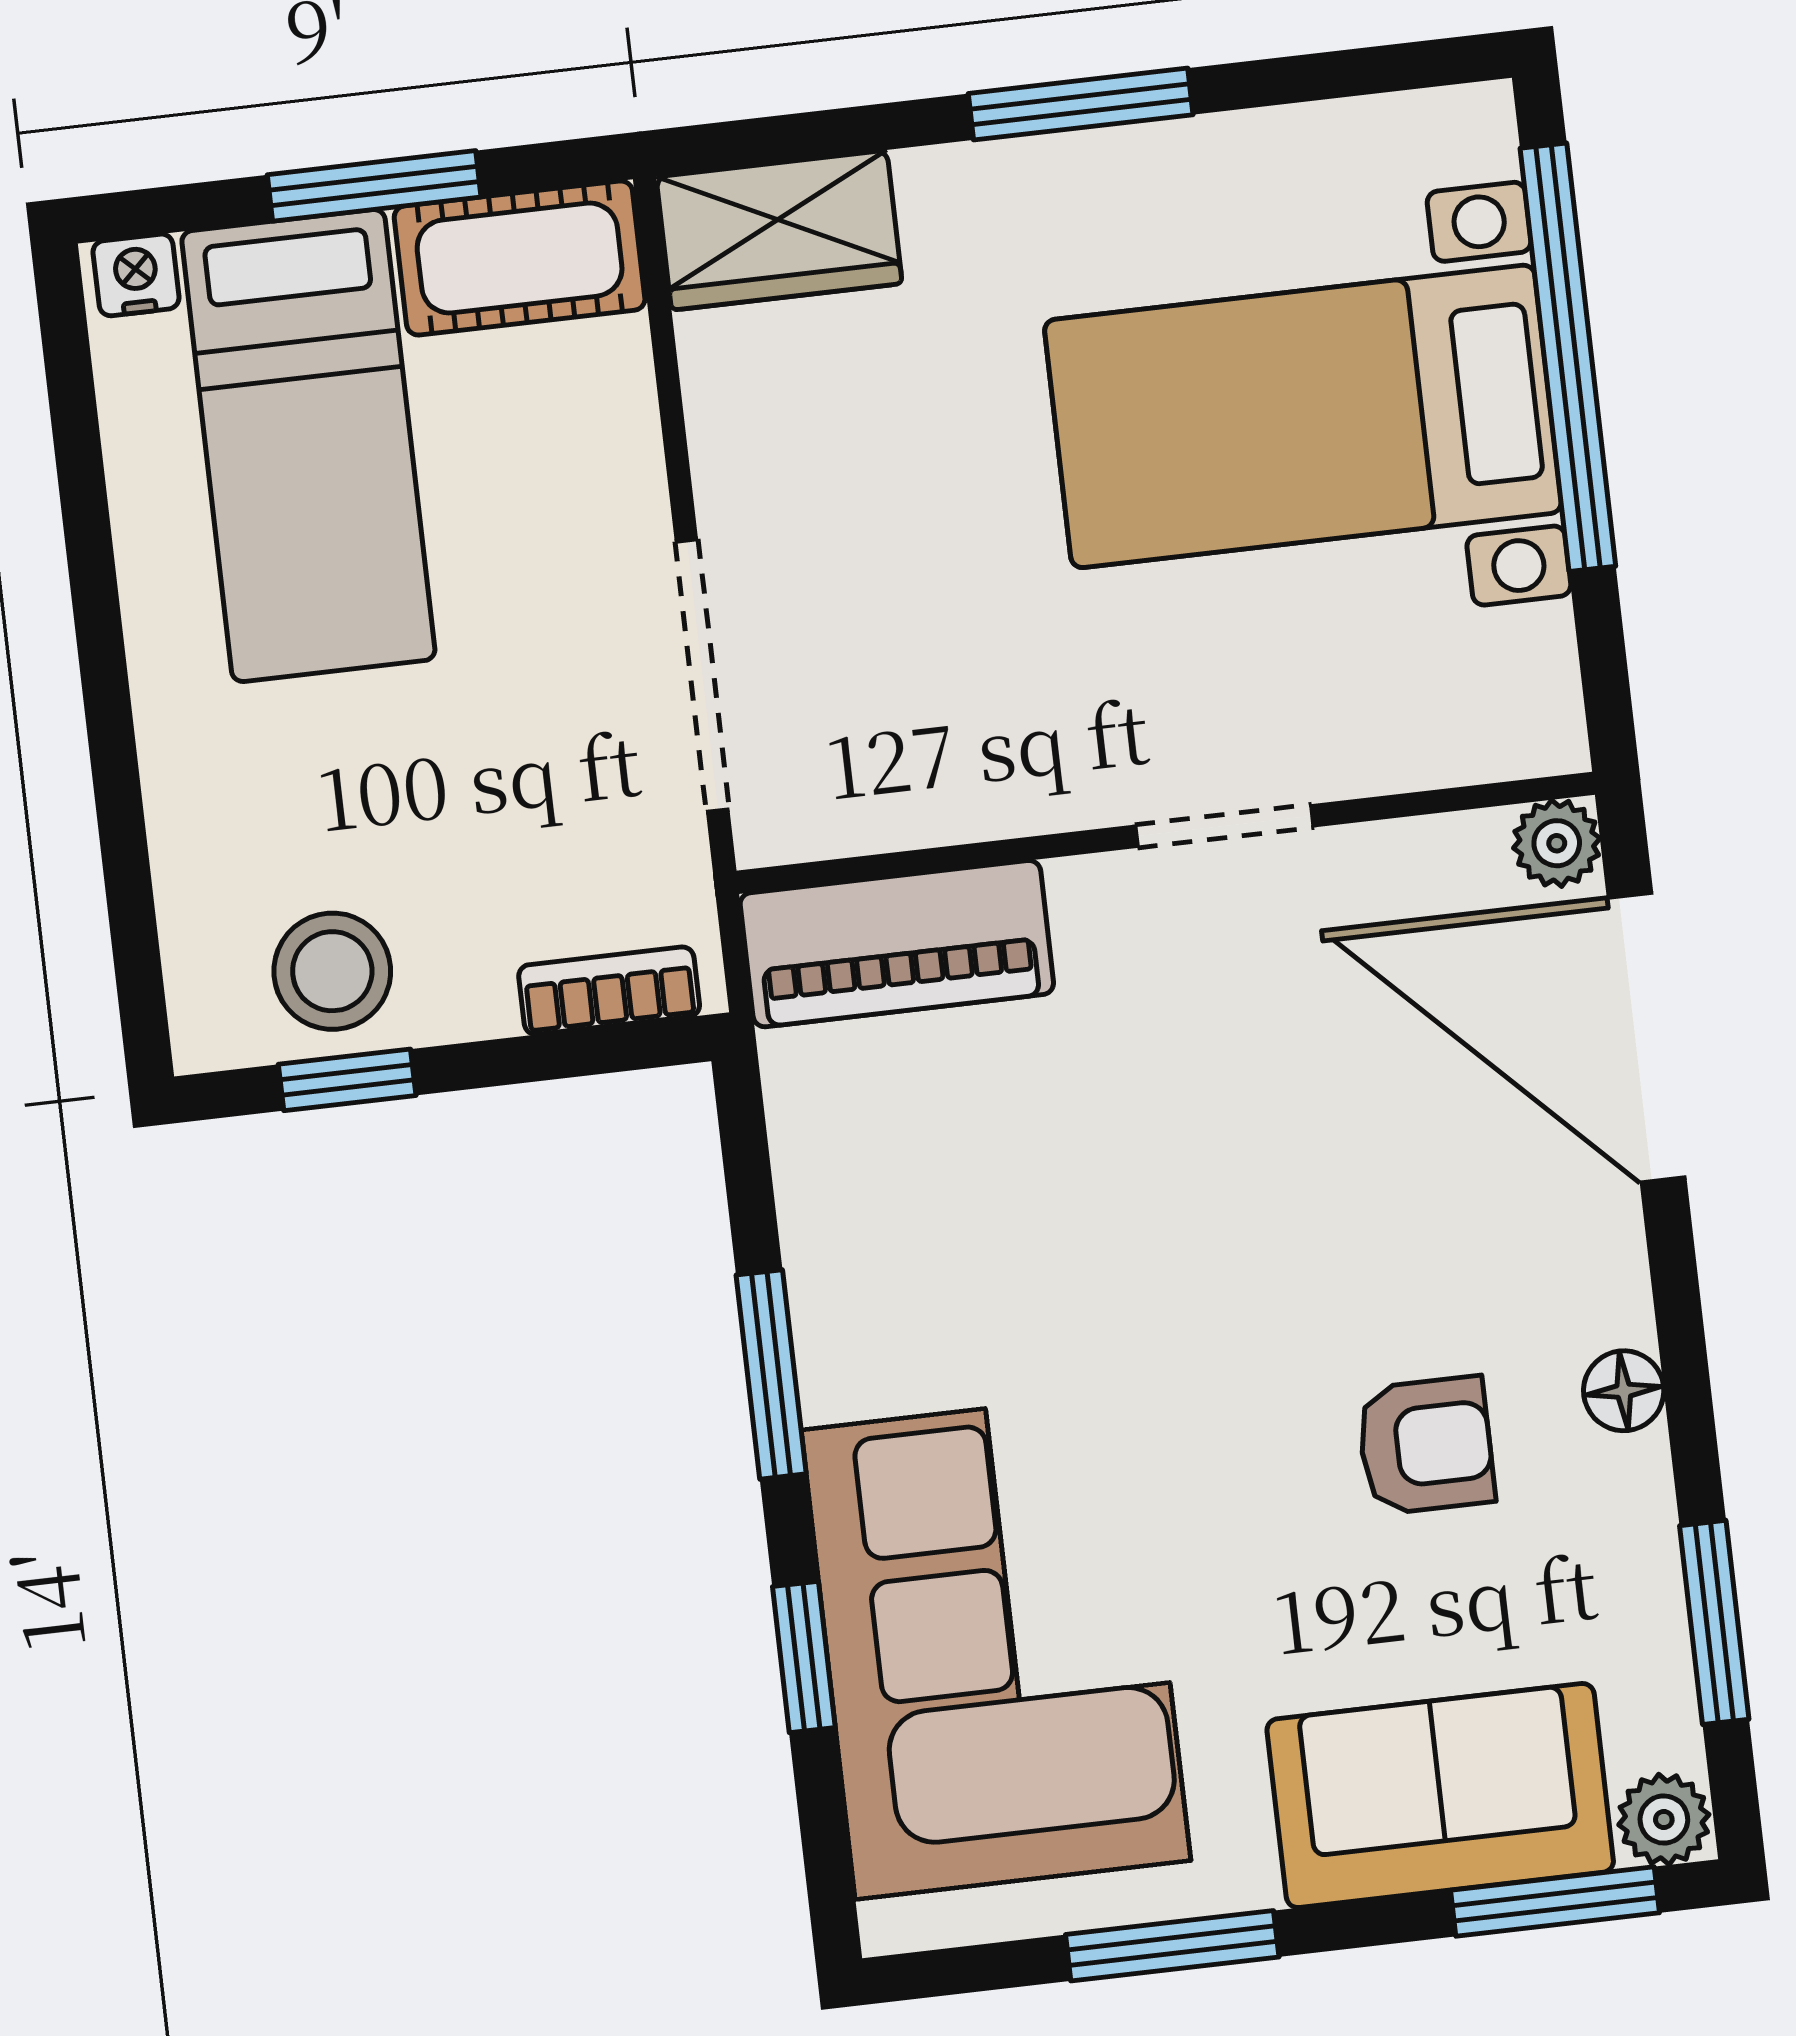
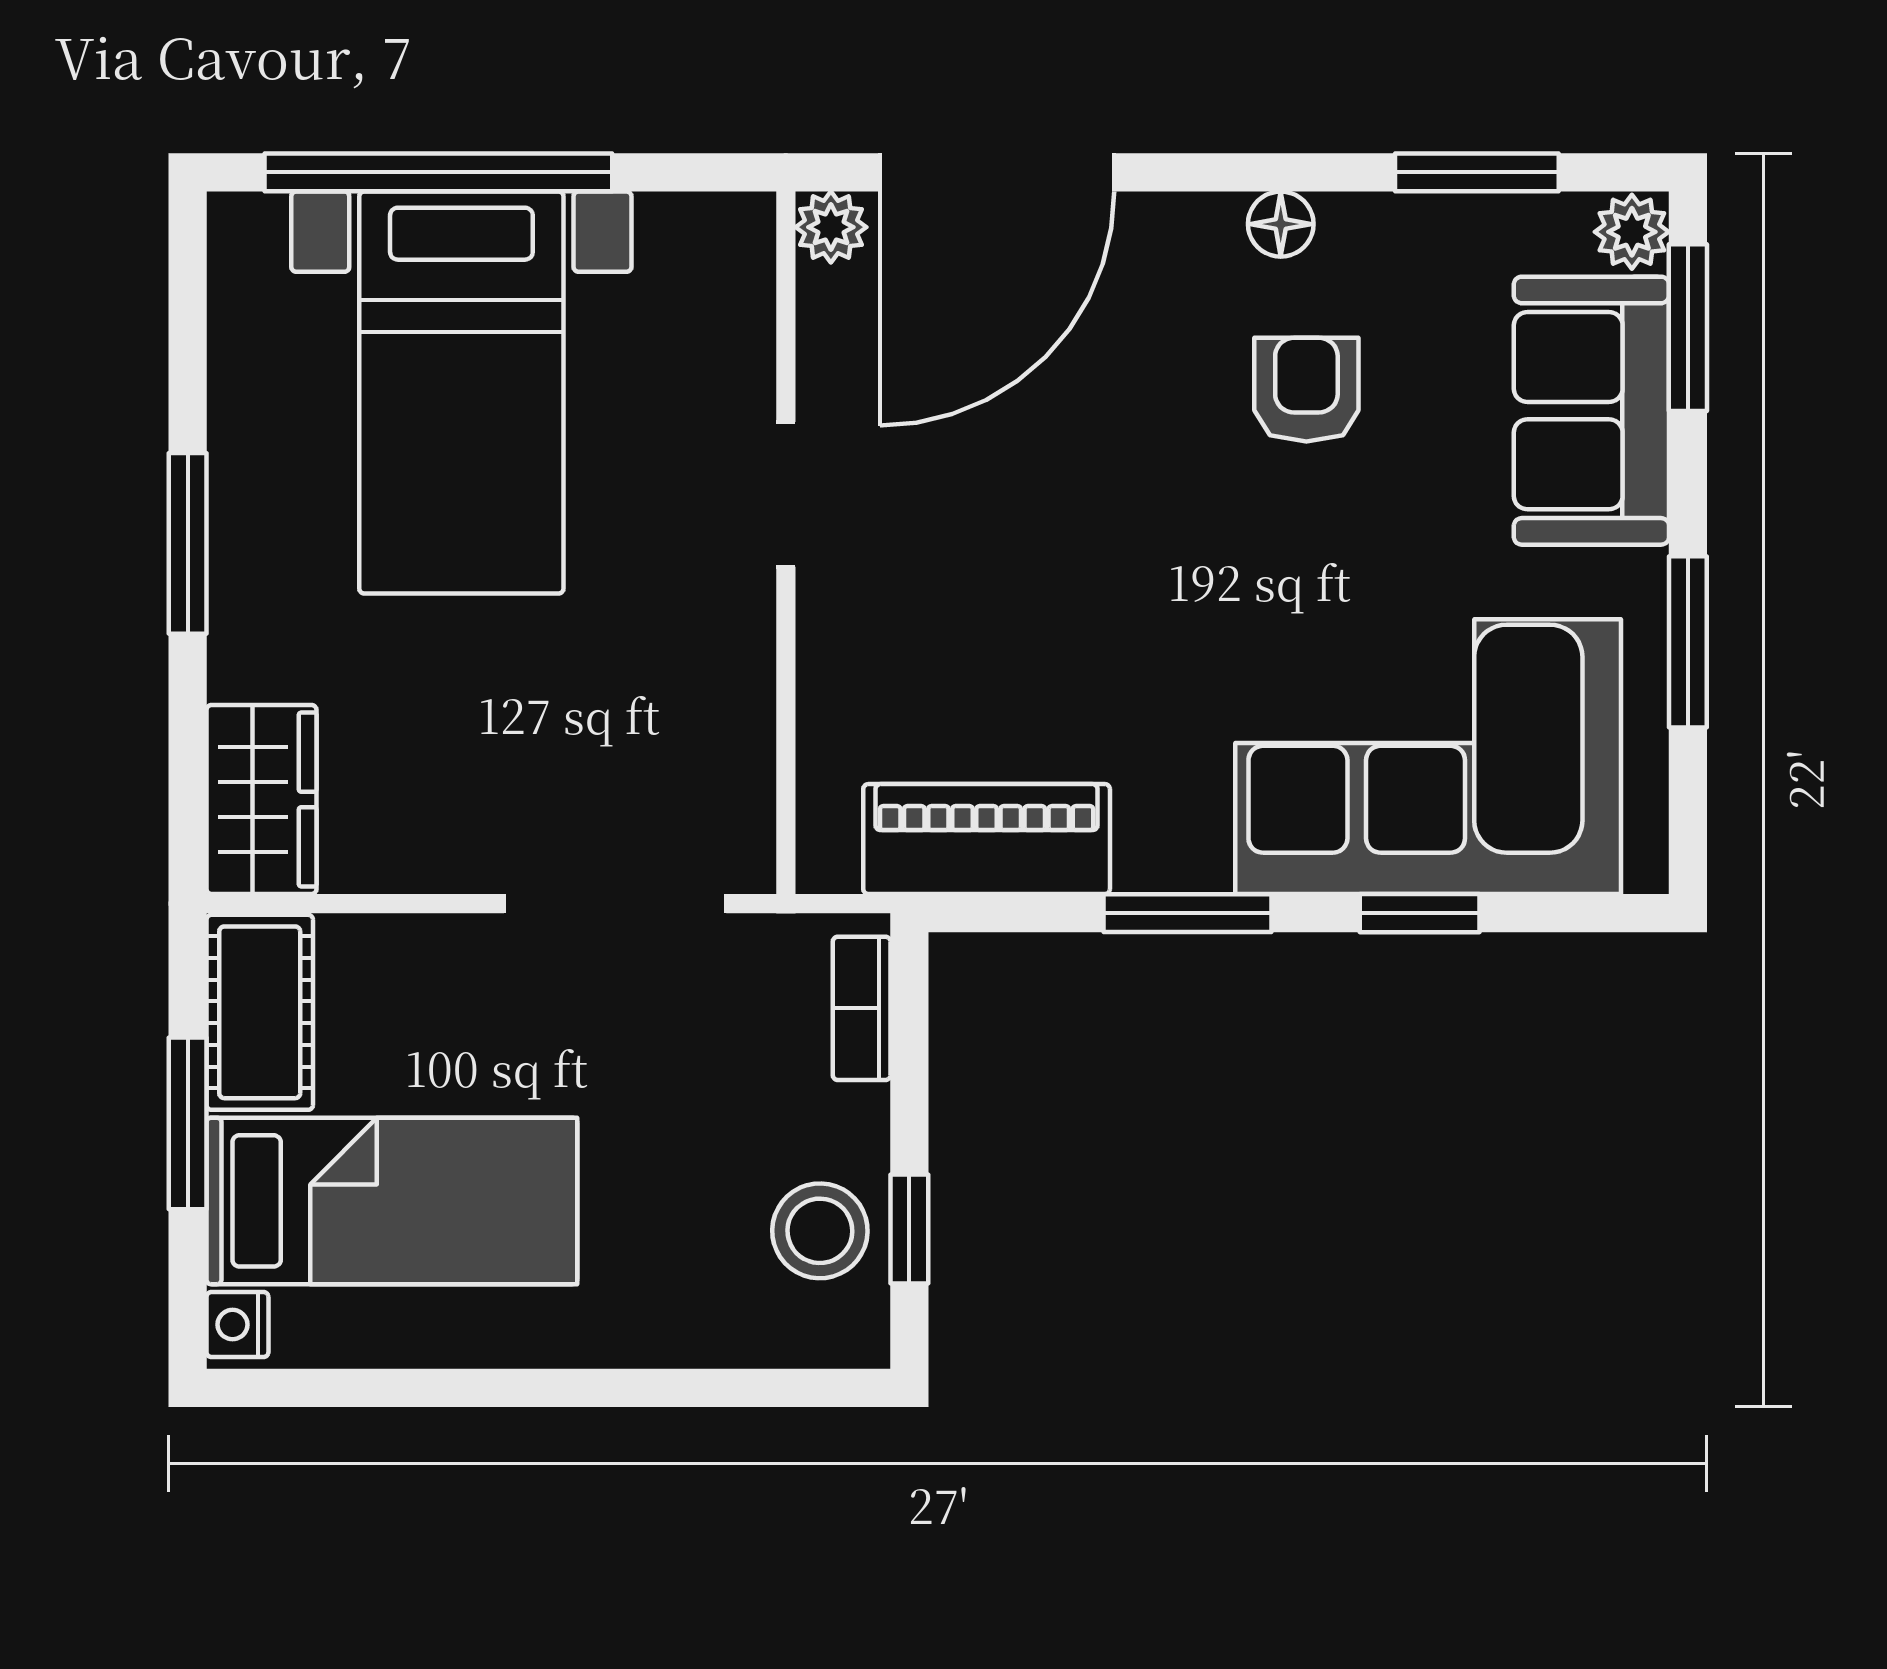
piano: (897, 944) -> (987, 839), moved, turned -90

